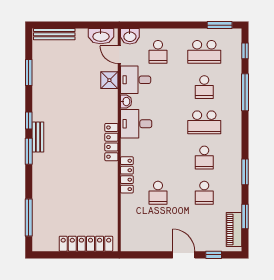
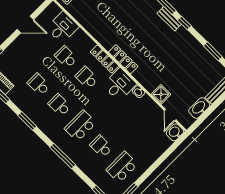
washbasin: (101, 36) -> (199, 108), moved
school desk: (158, 52) -> (87, 78), moved
door: (119, 55) -> (170, 115), swing flipped
desk: (136, 80) -> (62, 27), moved
window: (245, 92) -> (63, 156), moved
locker: (127, 175) -> (105, 59), moved
door: (184, 255) -> (25, 24), moved

